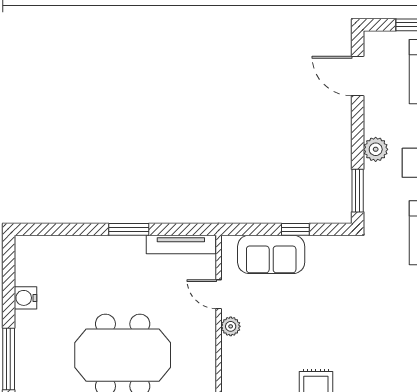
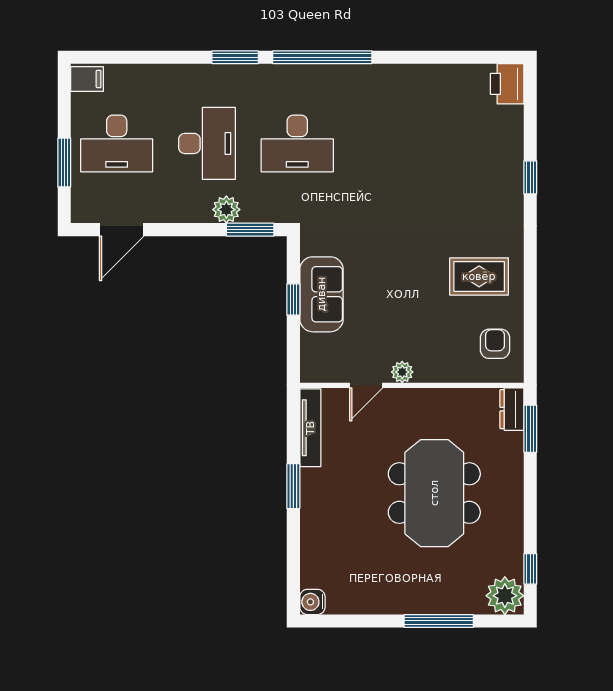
plant: (376, 149) -> (226, 210), moved
sofa: (271, 254) -> (321, 294), moved
water cooler: (25, 298) -> (312, 602), moved, turned 90

